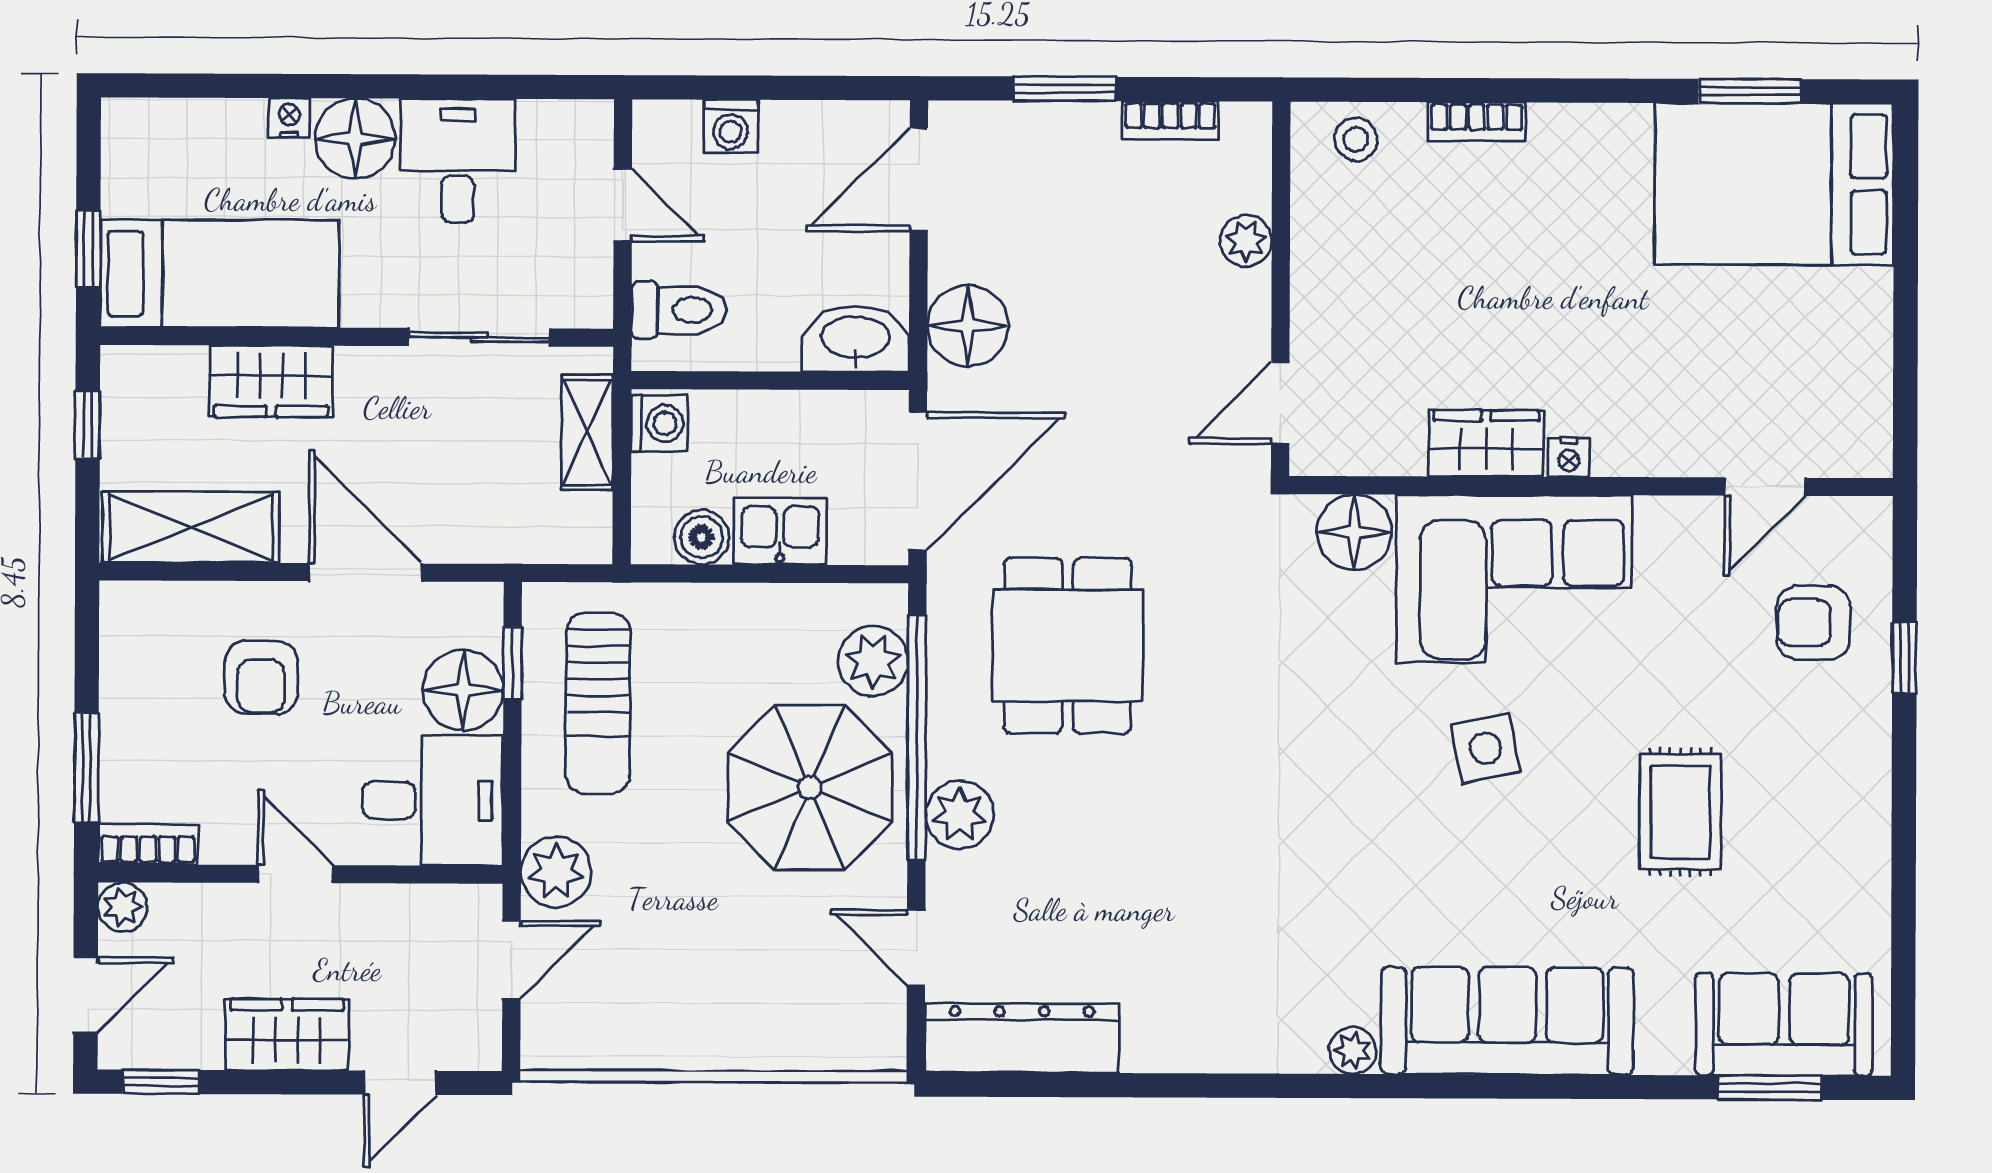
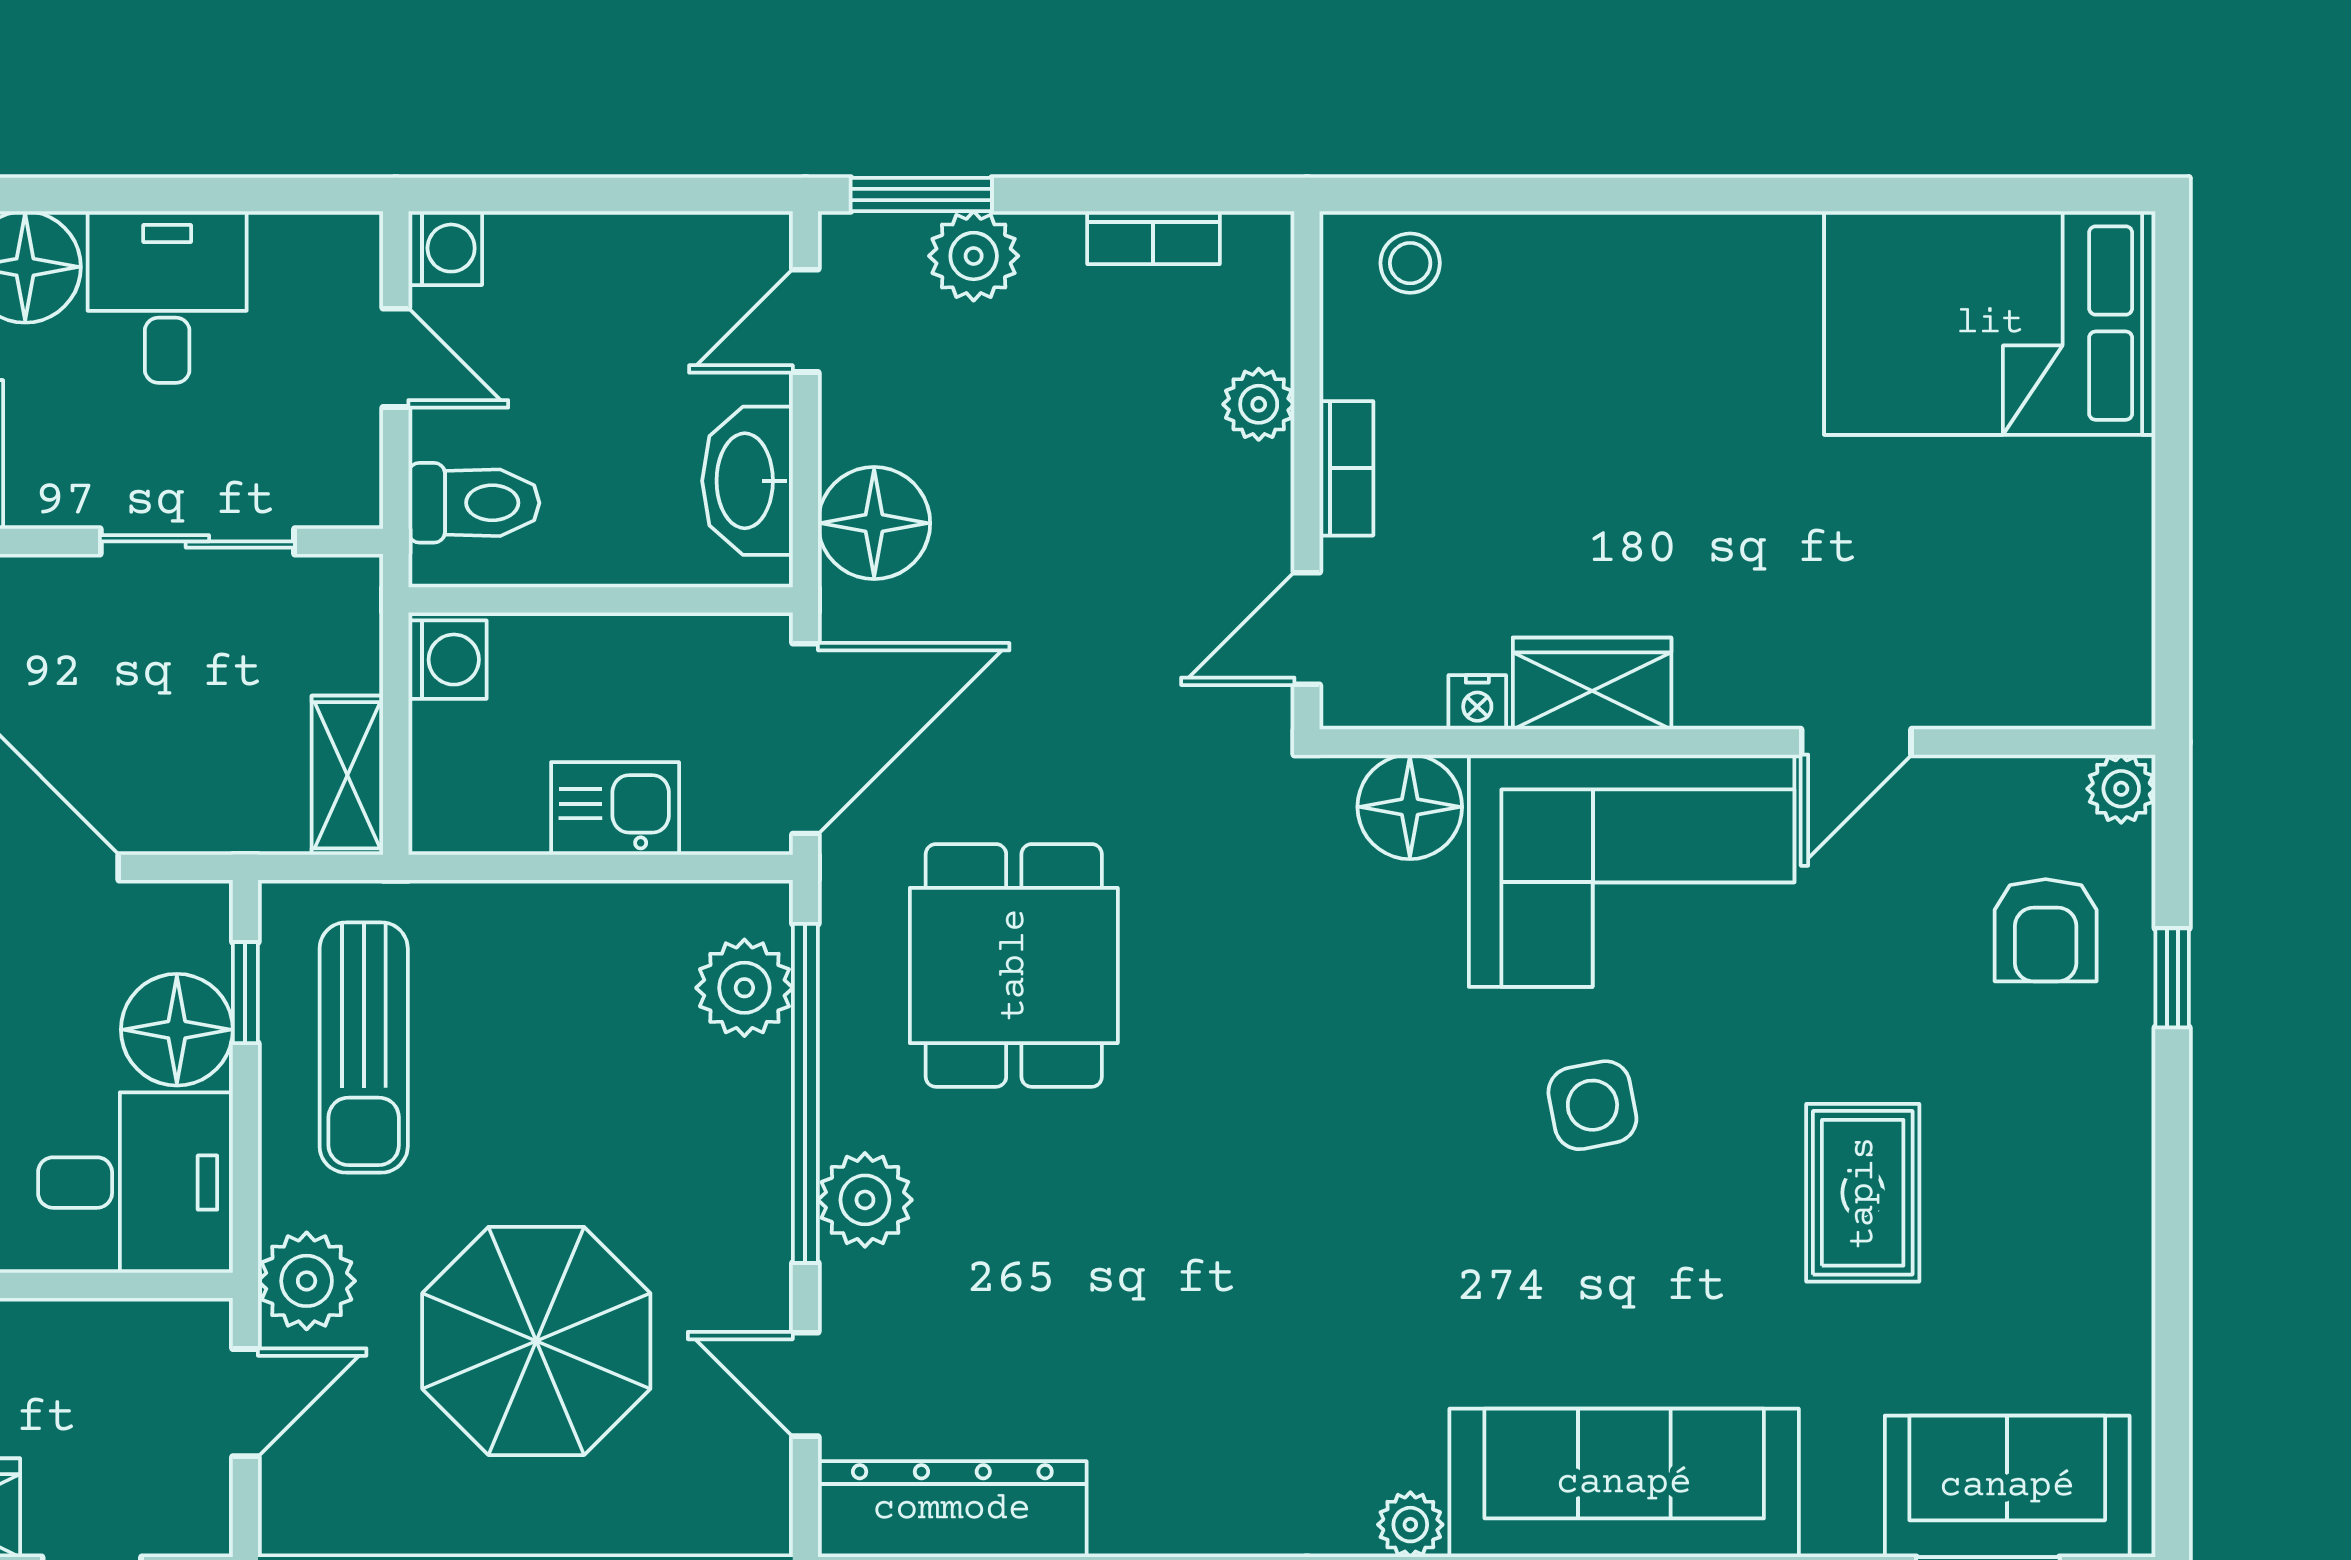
window: (1065, 89) -> (921, 194), moved
window: (1750, 91) -> (1956, 194), removed
bookcase: (1477, 122) -> (1346, 468), moved, turned -90
washing machine: (731, 126) -> (445, 248), moved, turned -90
plant: (1040, 133) -> (974, 256), added
door: (919, 180) -> (805, 321), width x0.73
washbasin: (856, 339) -> (747, 481), moved, turned -90
shelving: (587, 432) -> (347, 775), moved
nightstand: (1569, 457) -> (1477, 702), moved
door: (1765, 487) -> (1856, 742), moved
plant: (1868, 521) -> (2121, 789), added
boiler: (702, 537) -> (506, 817), removed
armchair: (1813, 623) -> (2046, 930), turned -90
parasol: (809, 787) -> (536, 1341), moved

